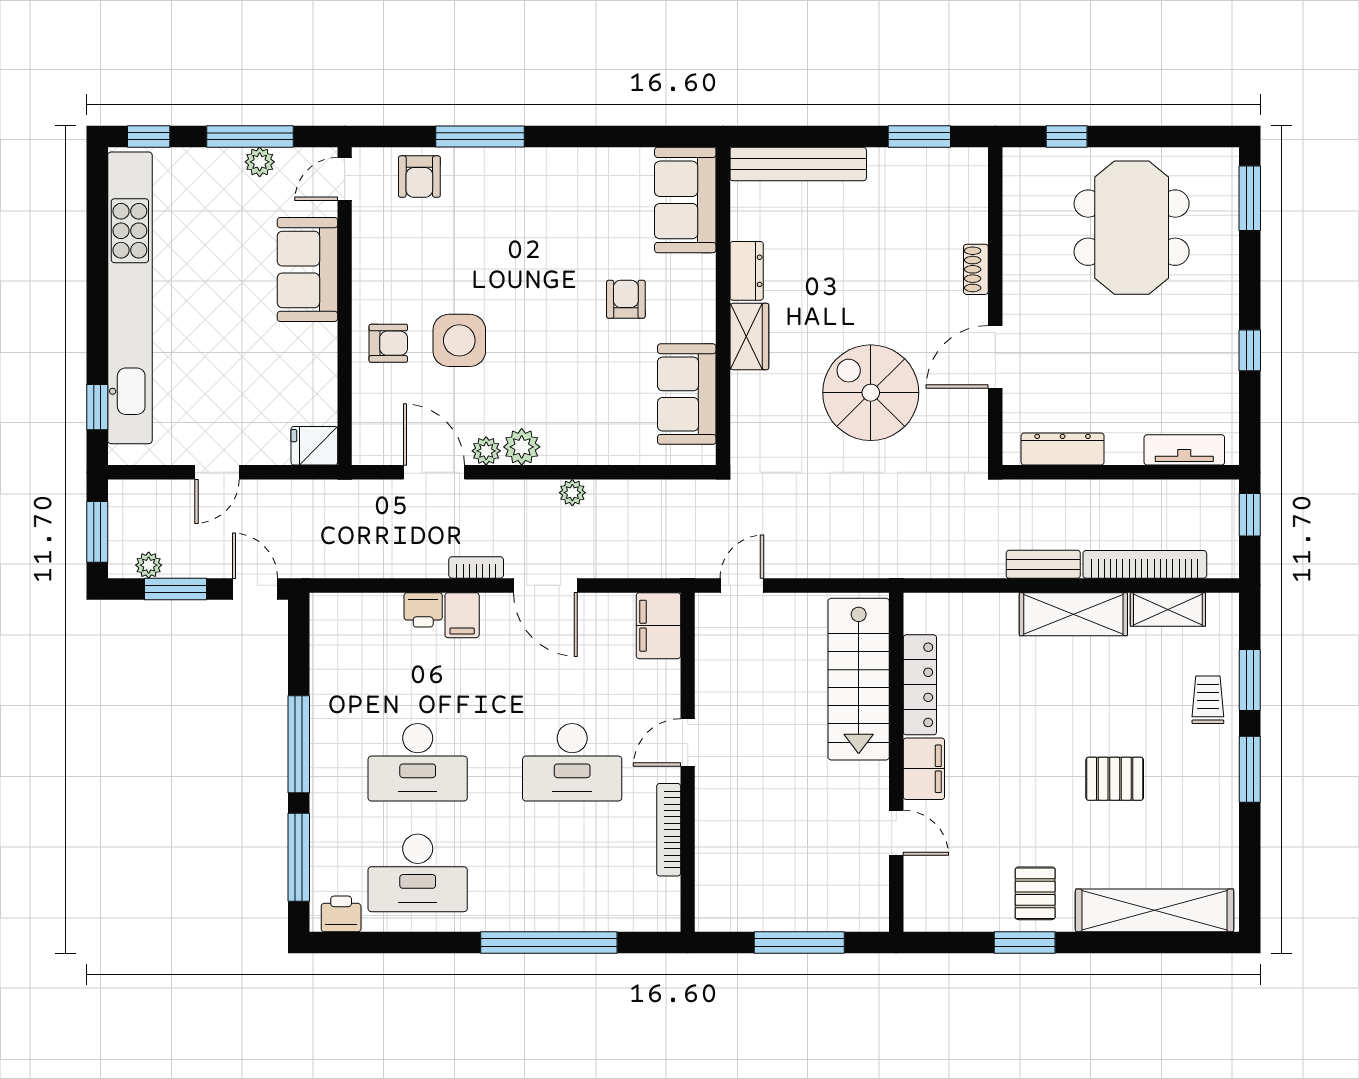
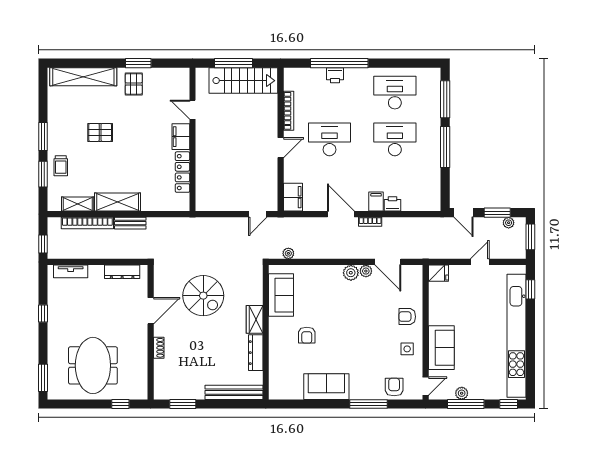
sofa: (685, 200) -> (326, 387), moved, turned -90
dresser: (747, 271) -> (256, 353), width x1.44
side table: (459, 340) -> (407, 349), moved, width x0.54, depth x0.54
plant: (572, 493) -> (288, 253), moved
stairs: (859, 679) -> (243, 81), moved, turned 90
printer: (341, 914) -> (335, 75), moved

